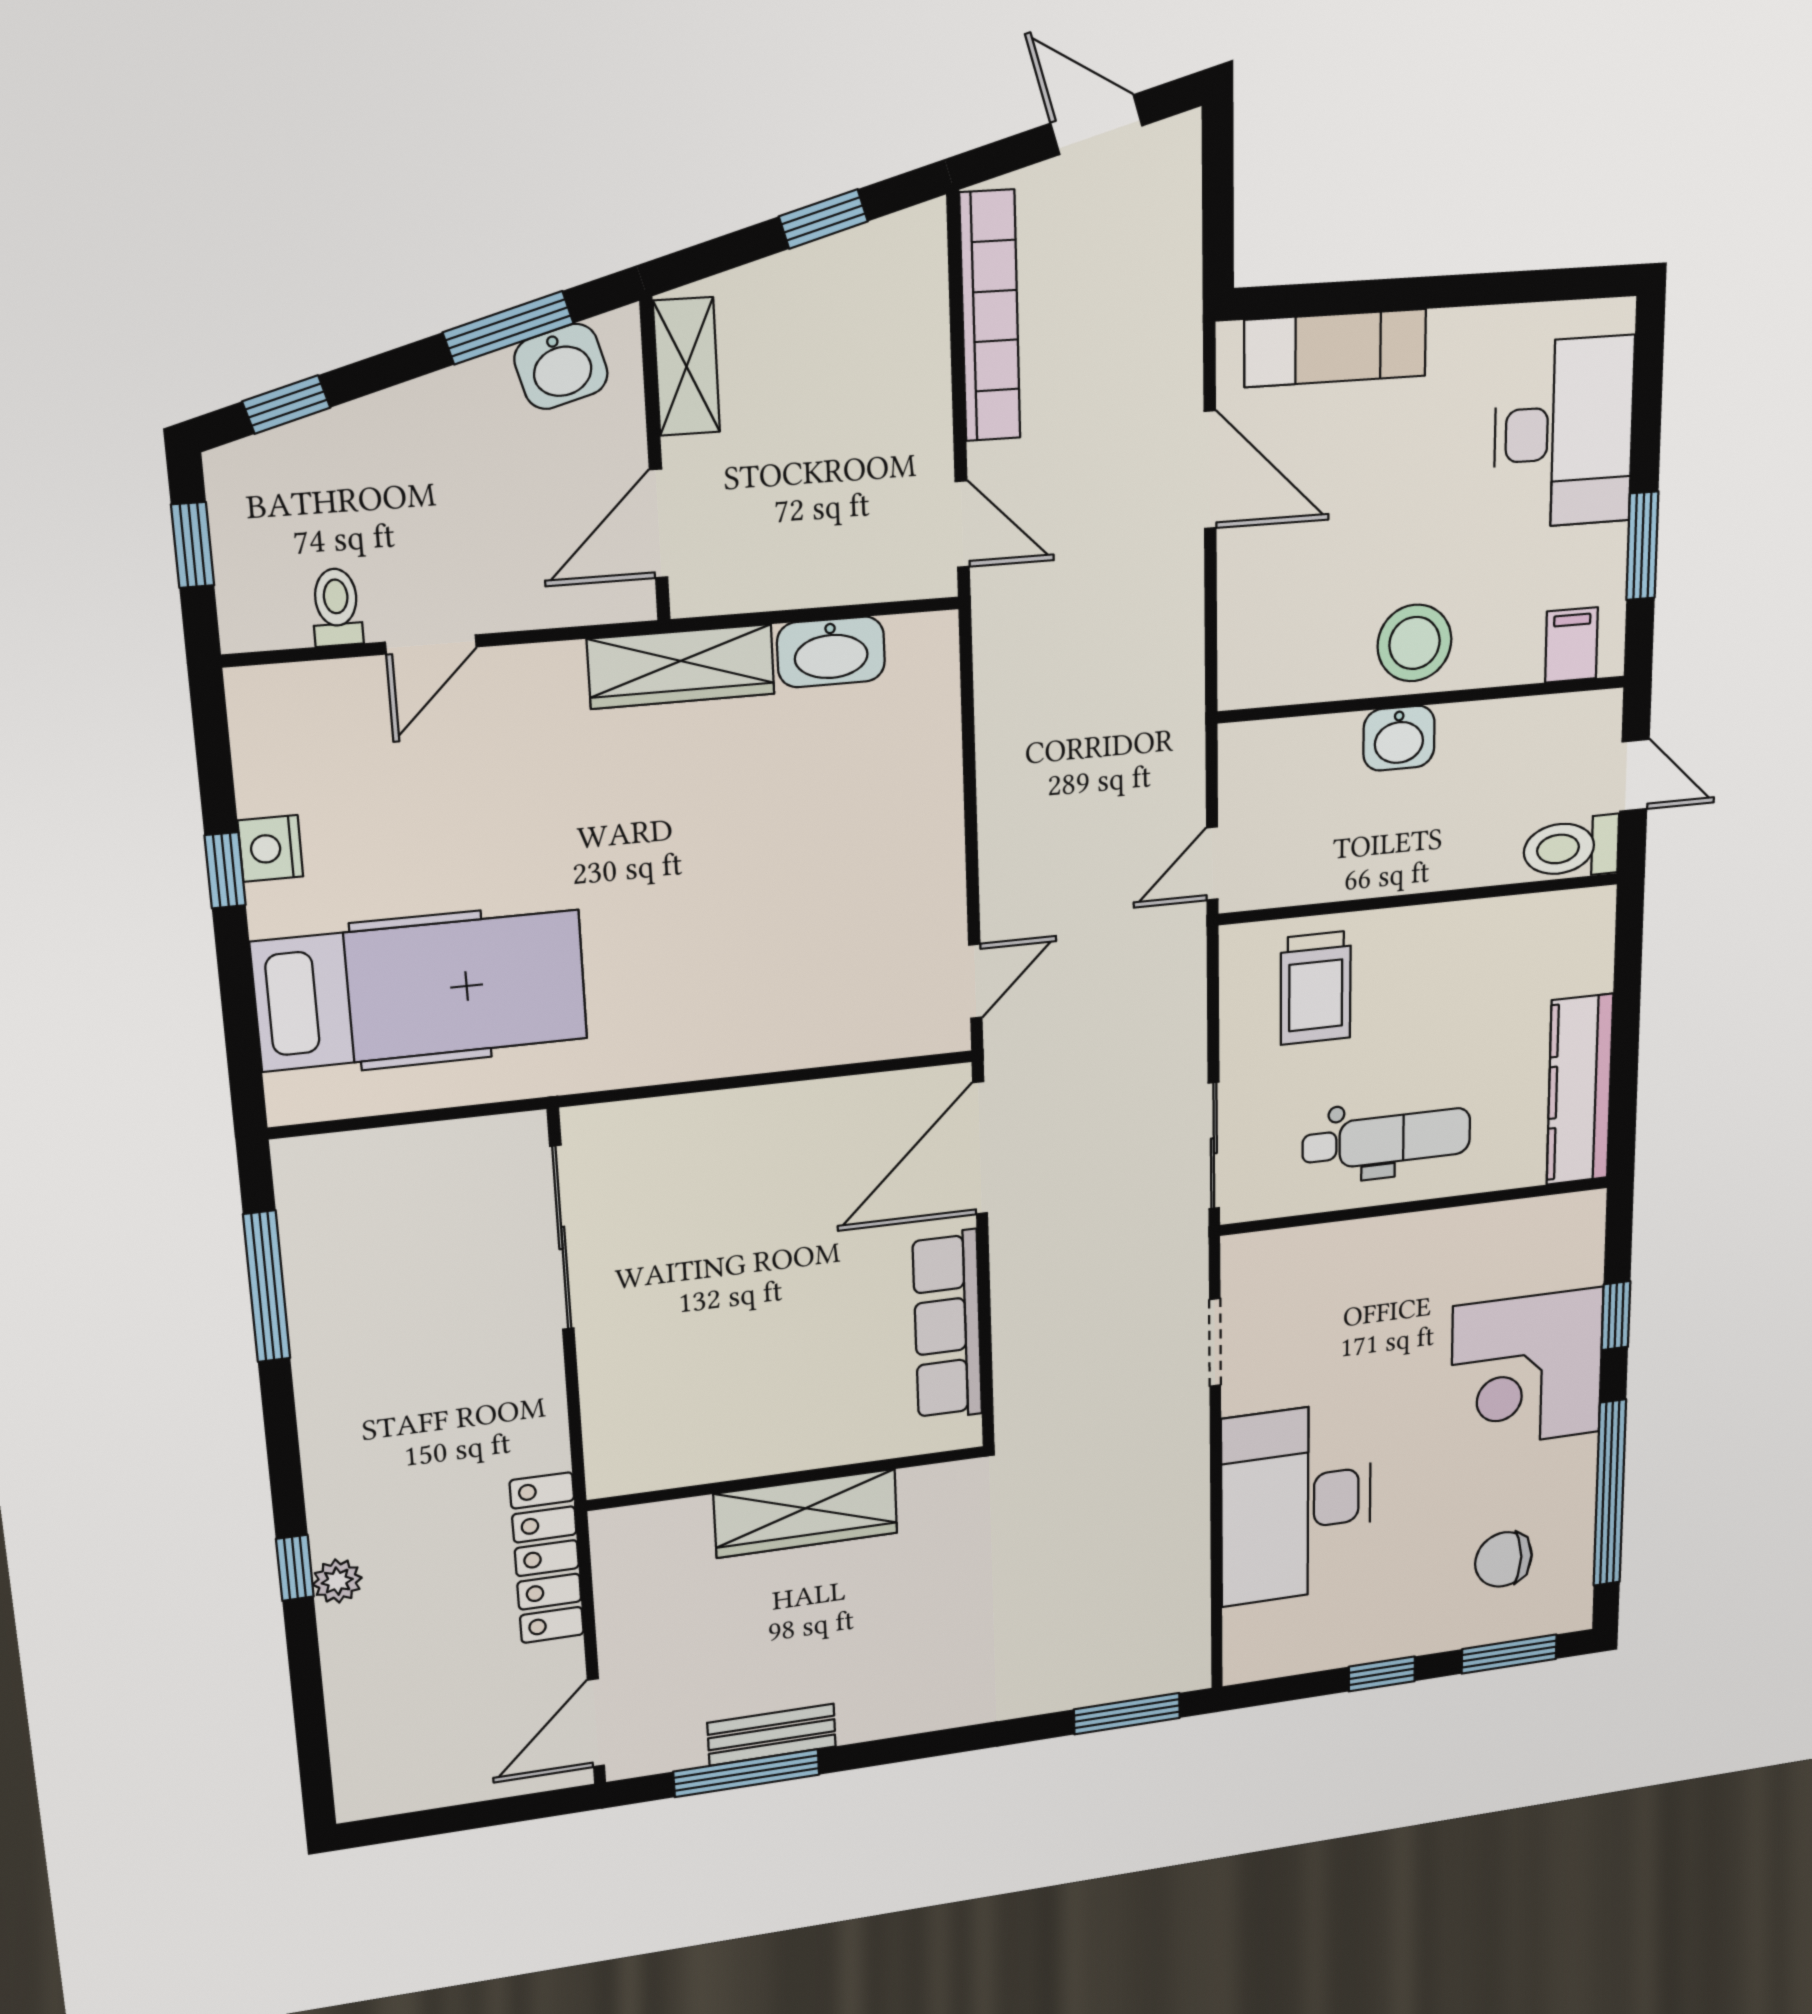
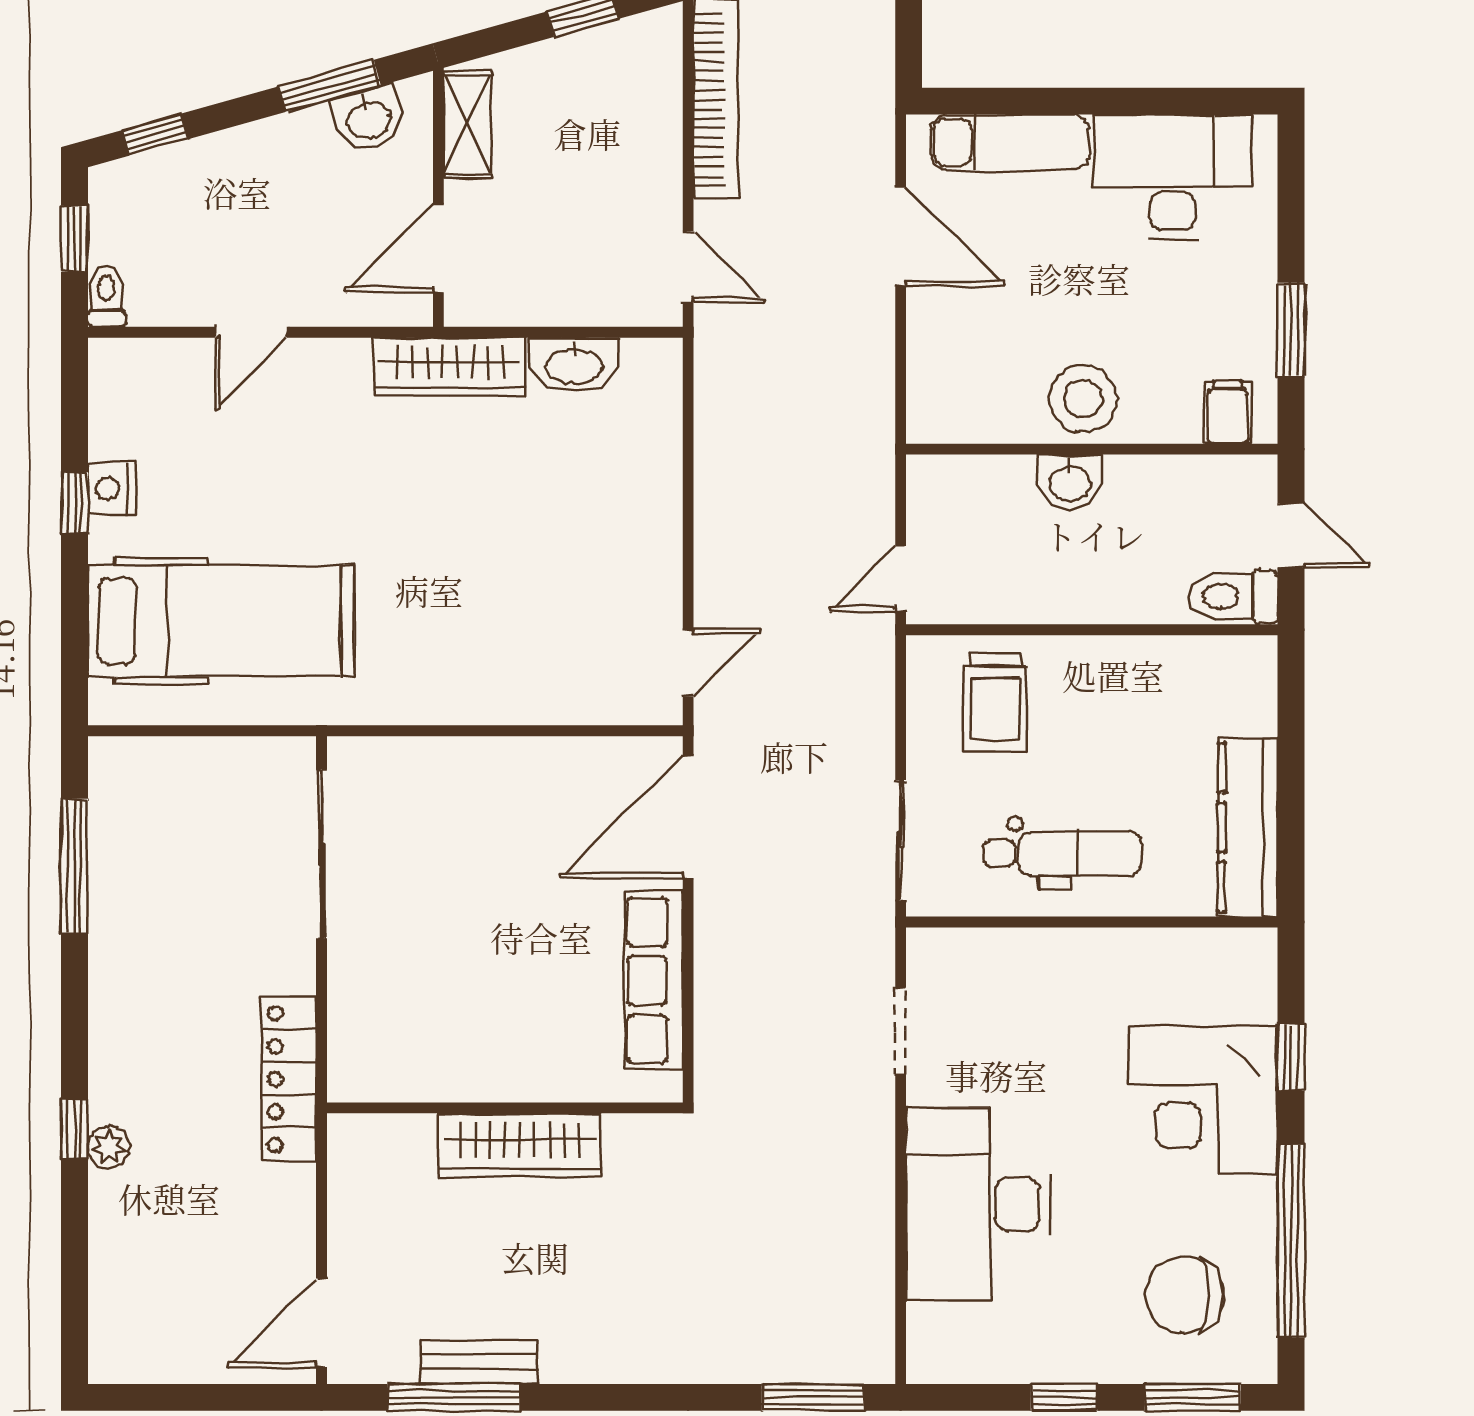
desk: (1564, 433) -> (1173, 177), moved, turned -90
toilet: (337, 607) -> (107, 296), moved
locker: (547, 1558) -> (289, 1079), moved
chair: (1503, 1559) -> (1185, 1295), width x1.37, depth x1.37

